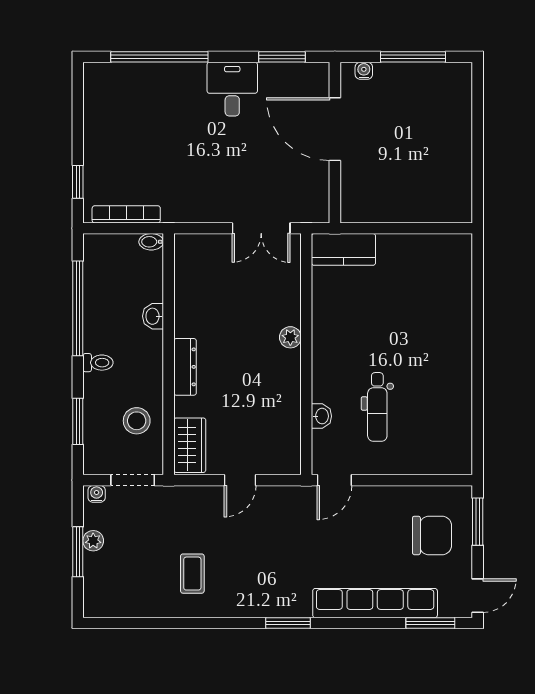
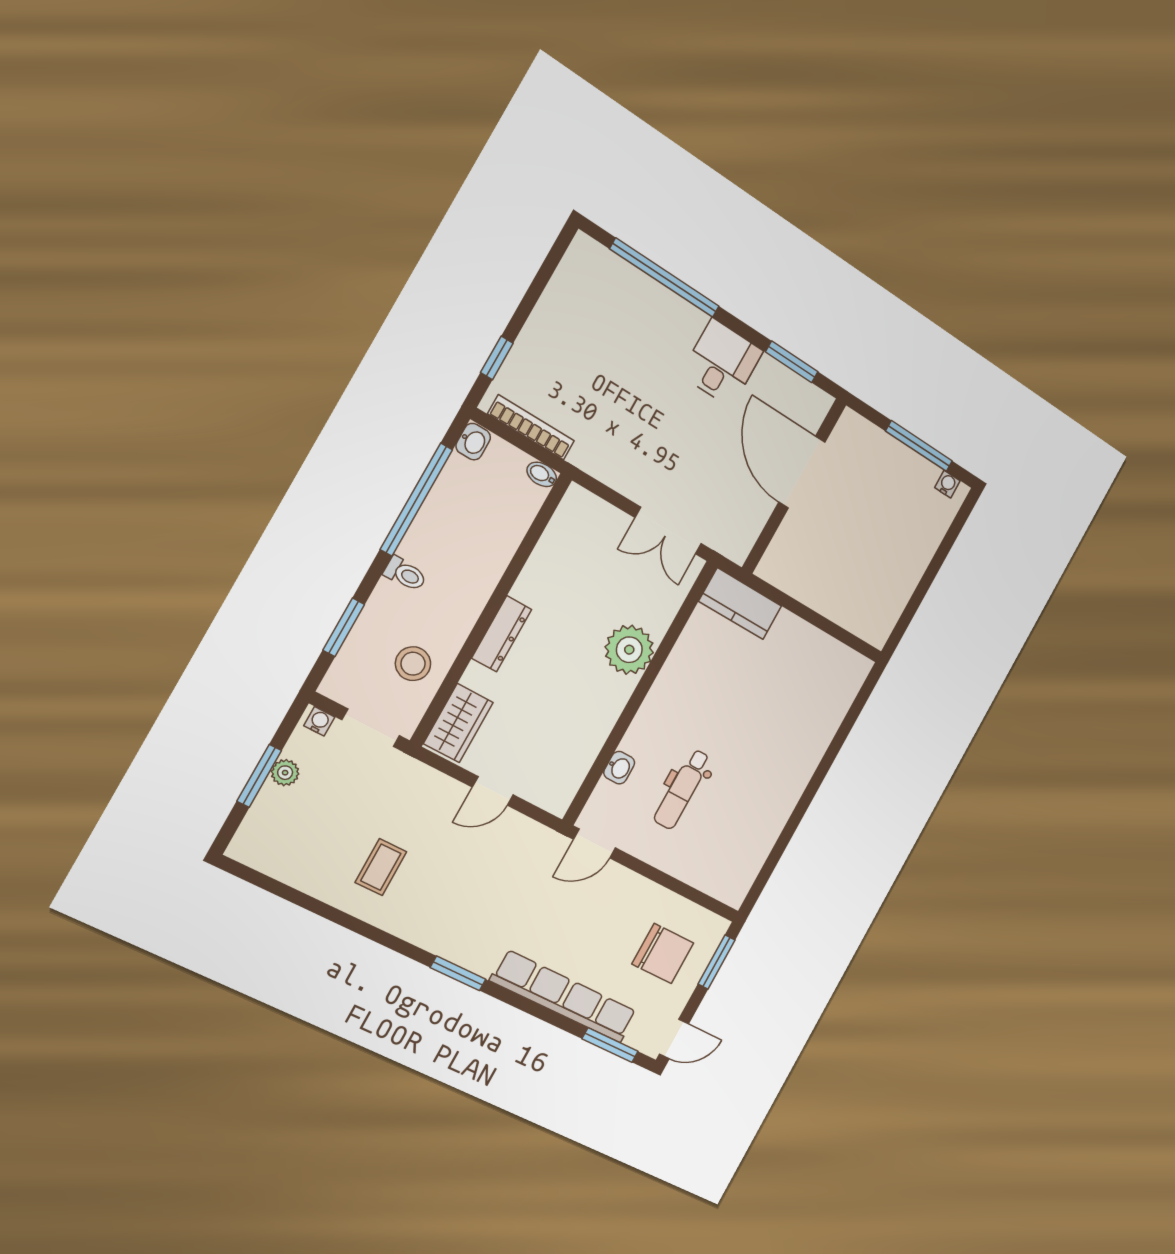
water cooler: (364, 71) -> (947, 484), moved
washbasin: (153, 316) -> (473, 442), moved, turned 180
plant: (290, 337) -> (629, 650), width x1.87, depth x1.87

